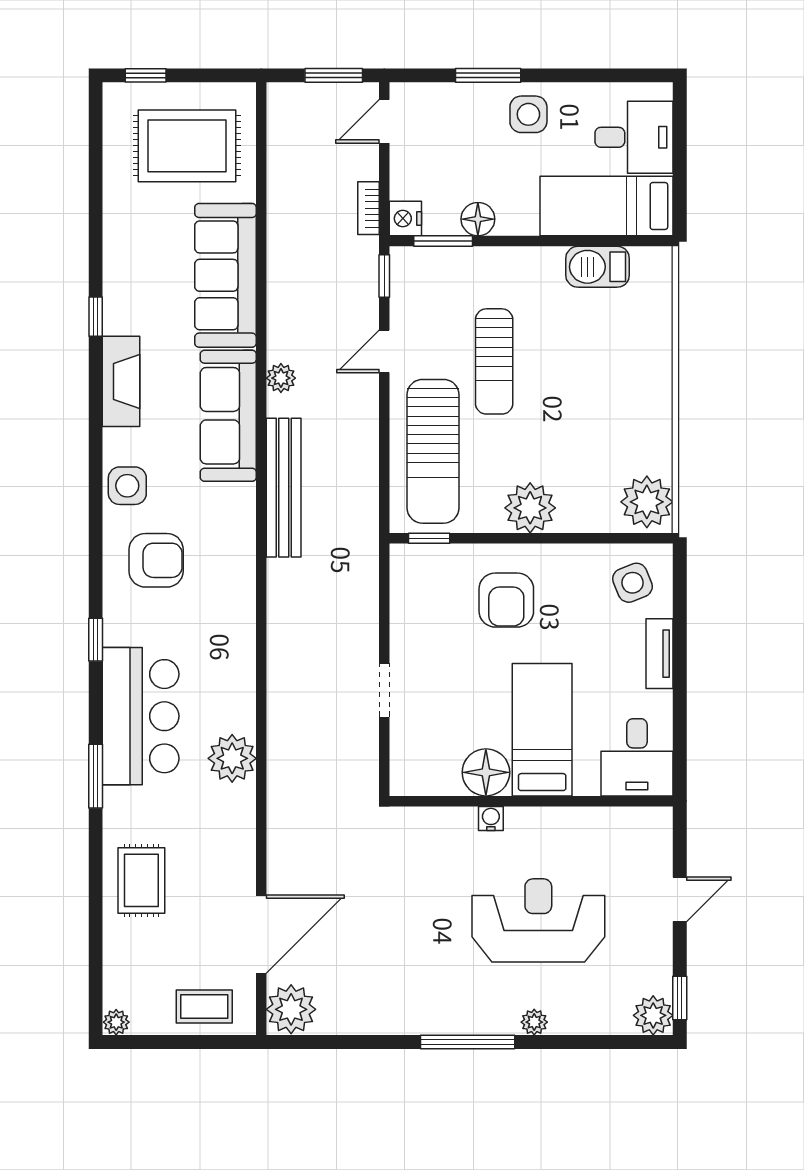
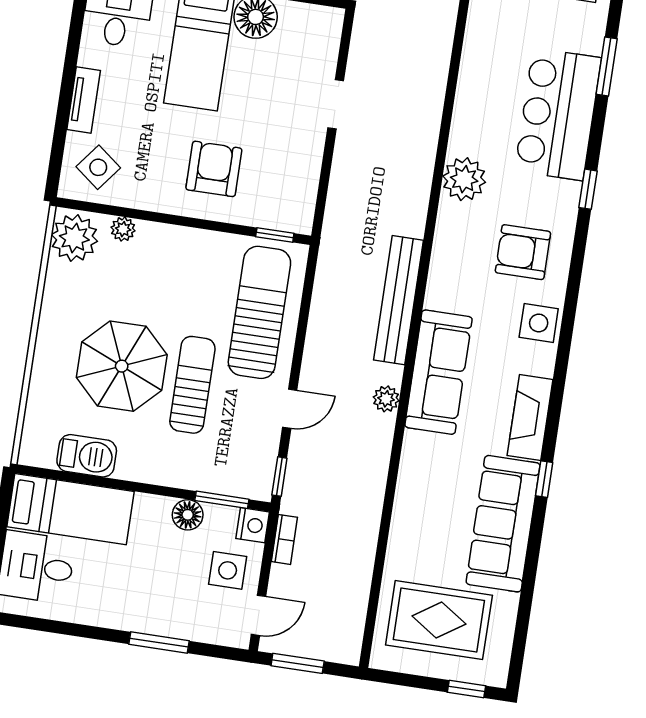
side table: (528, 114) -> (228, 570), moved
sofa: (226, 275) -> (503, 524), moved, turned 180
parasol: (574, 370) -> (122, 366), added
plant: (530, 508) -> (123, 229), moved, width x0.53, depth x0.53
side table: (632, 583) -> (98, 167), turned -30
plant: (232, 758) -> (464, 179), moved

